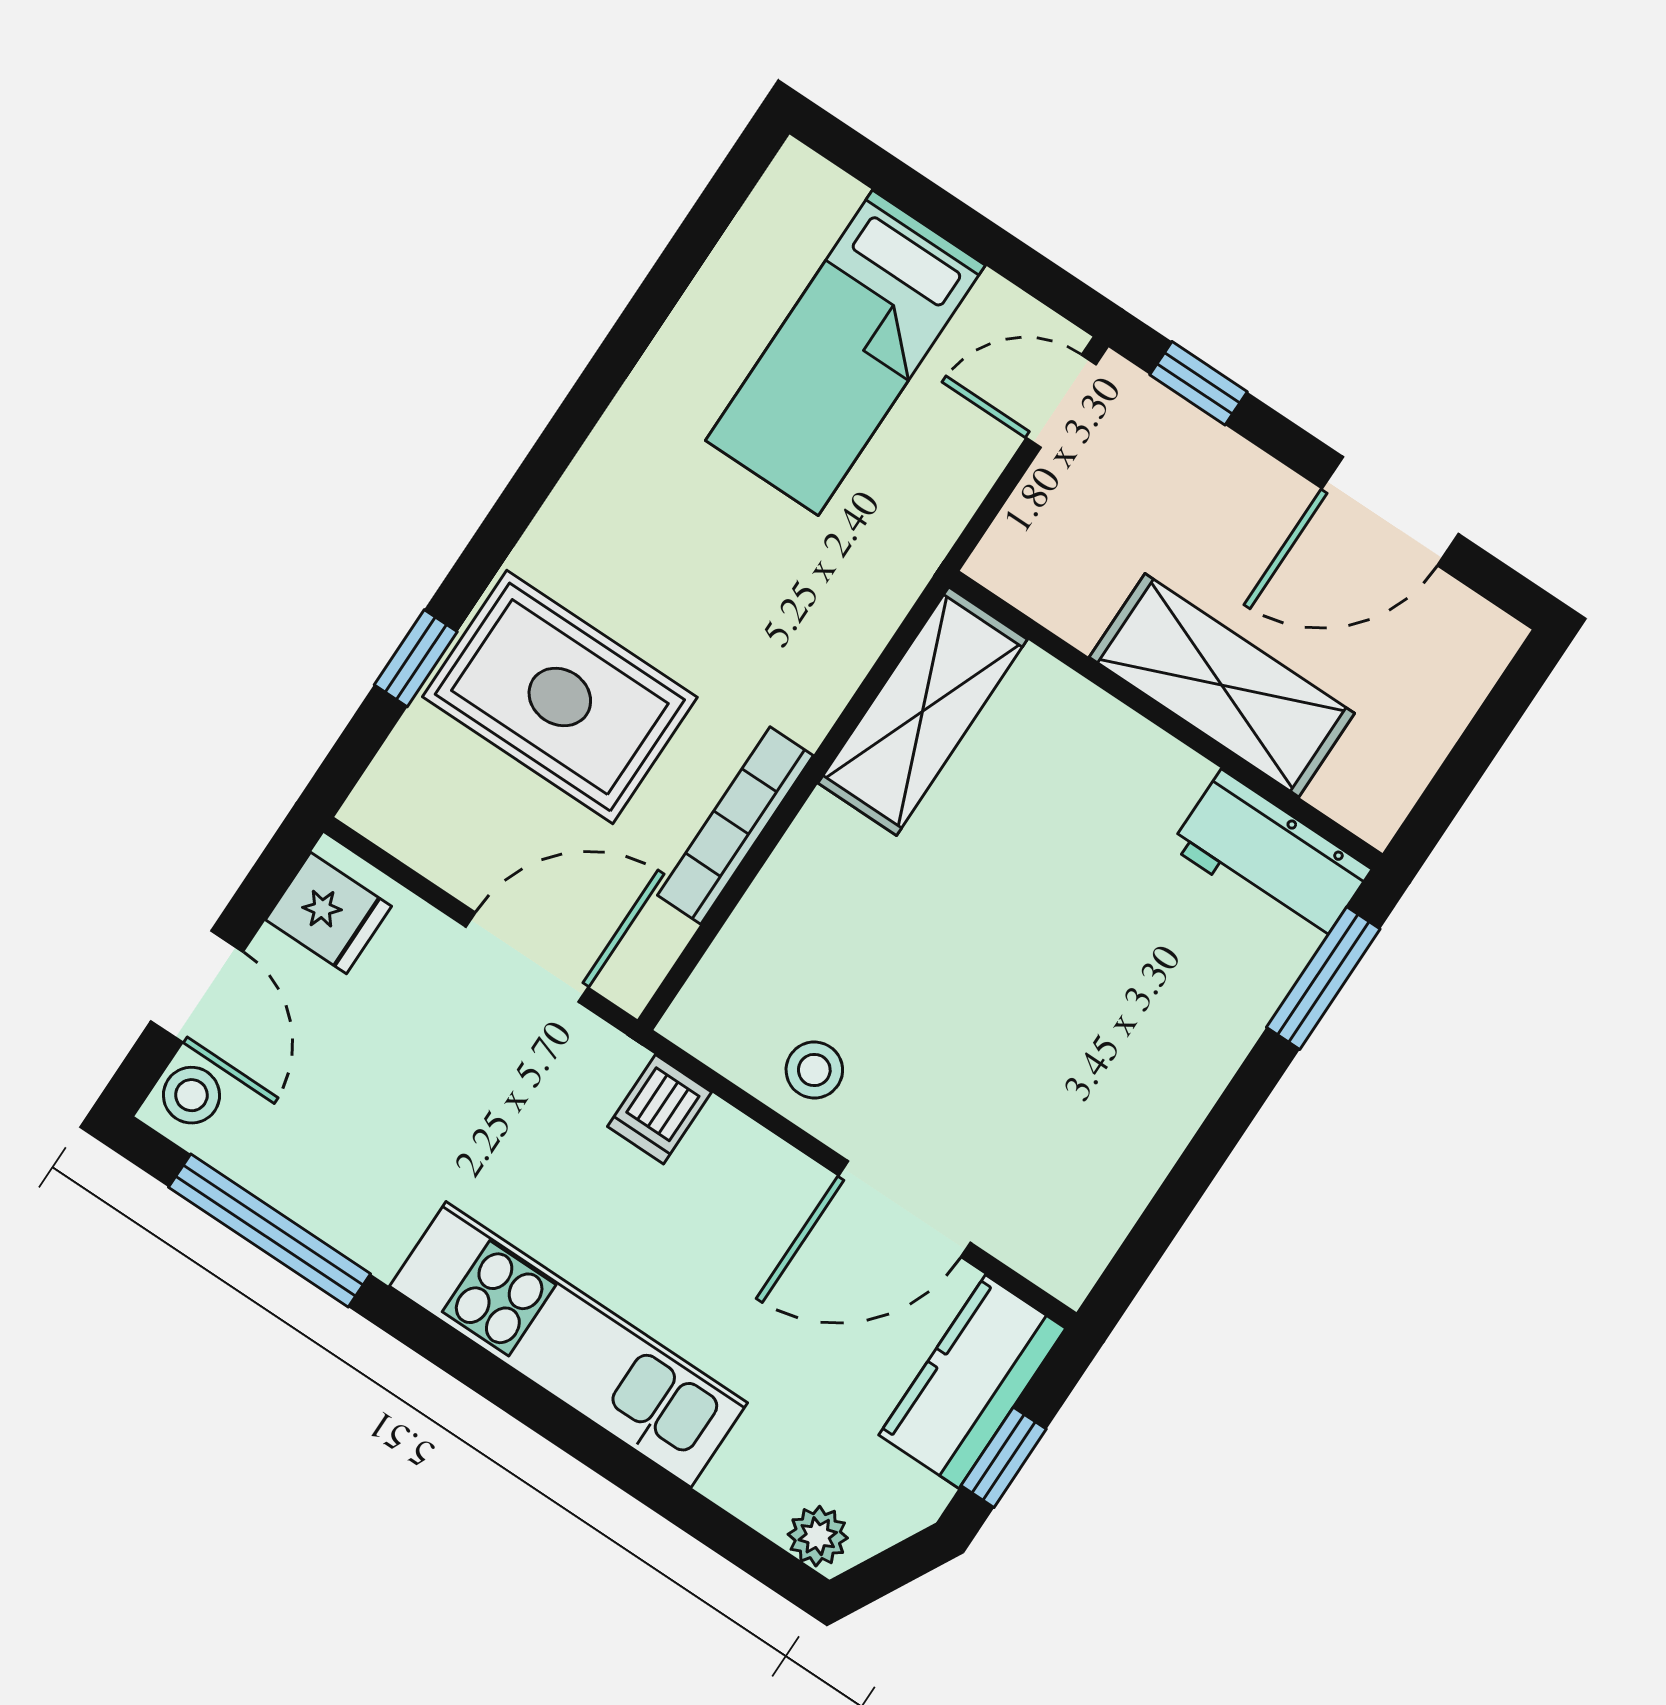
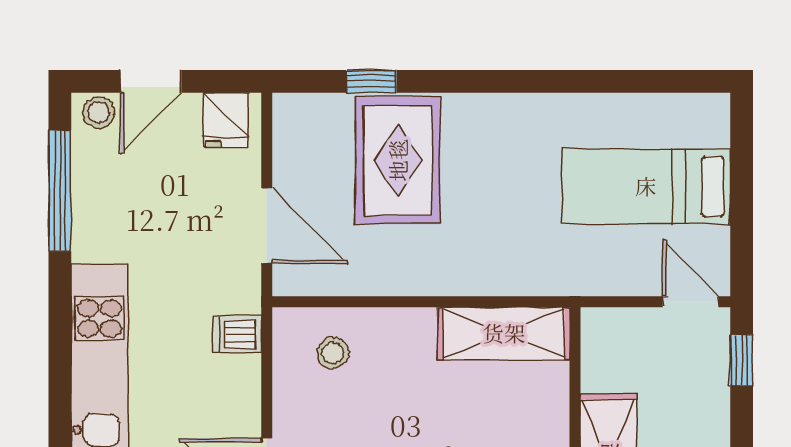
bookcase: (735, 825) -> (393, 282), removed
stool: (814, 1070) -> (333, 353), moved

